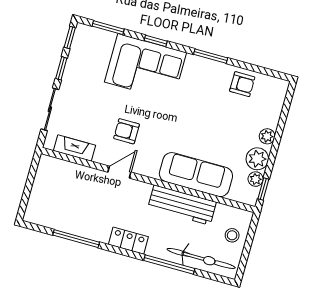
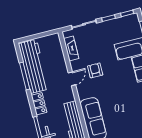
door: (119, 172) -> (72, 79), hinge flipped
workbench: (69, 217) -> (34, 66), added

